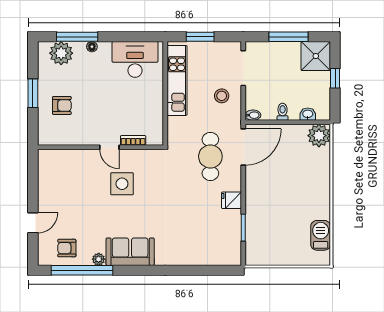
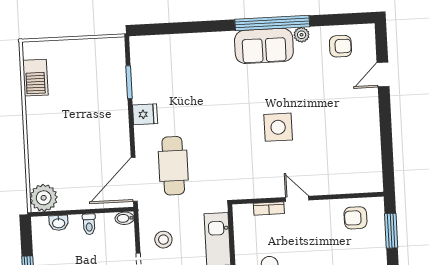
bookcase: (133, 140) -> (269, 208), moved
wall: (100, 147) -> (308, 198), moved
door: (109, 147) -> (297, 199), moved
window: (82, 270) -> (272, 23), moved

